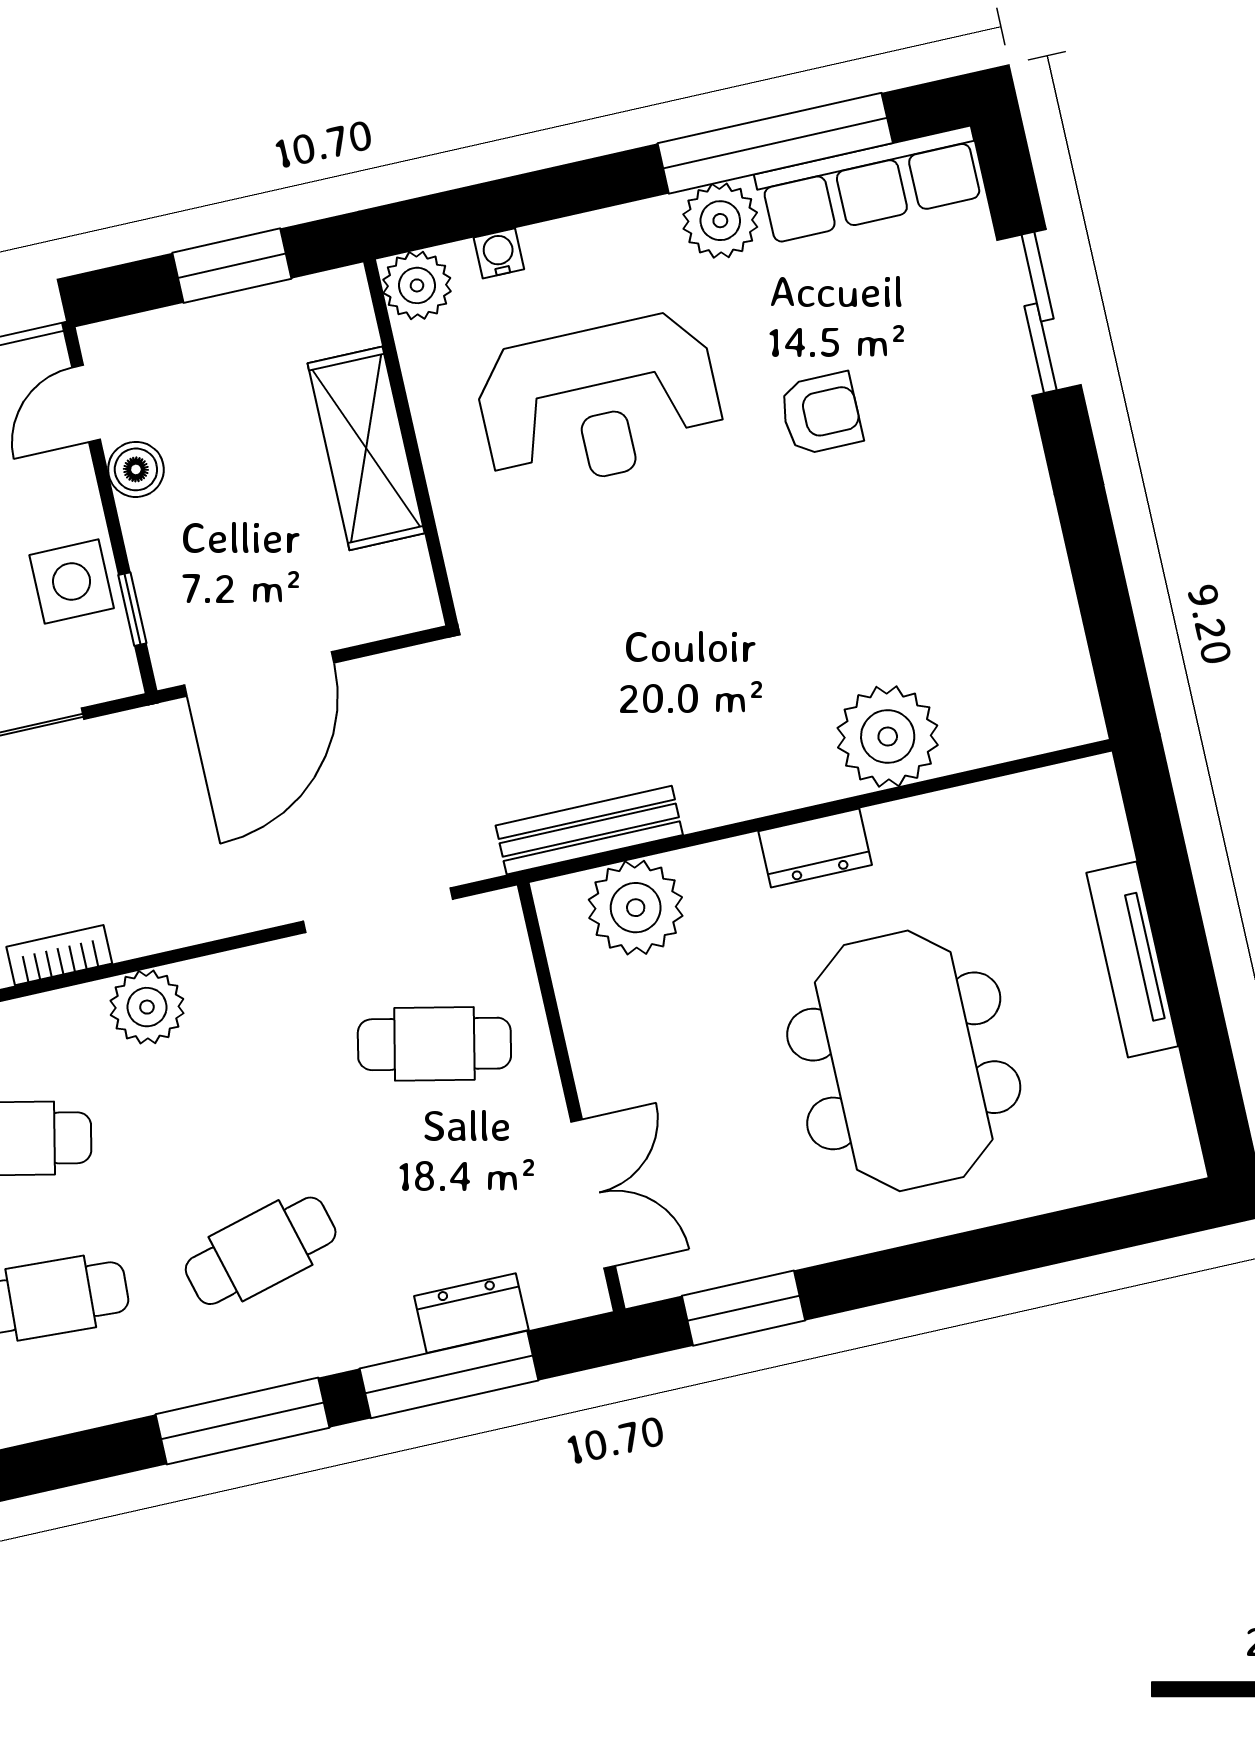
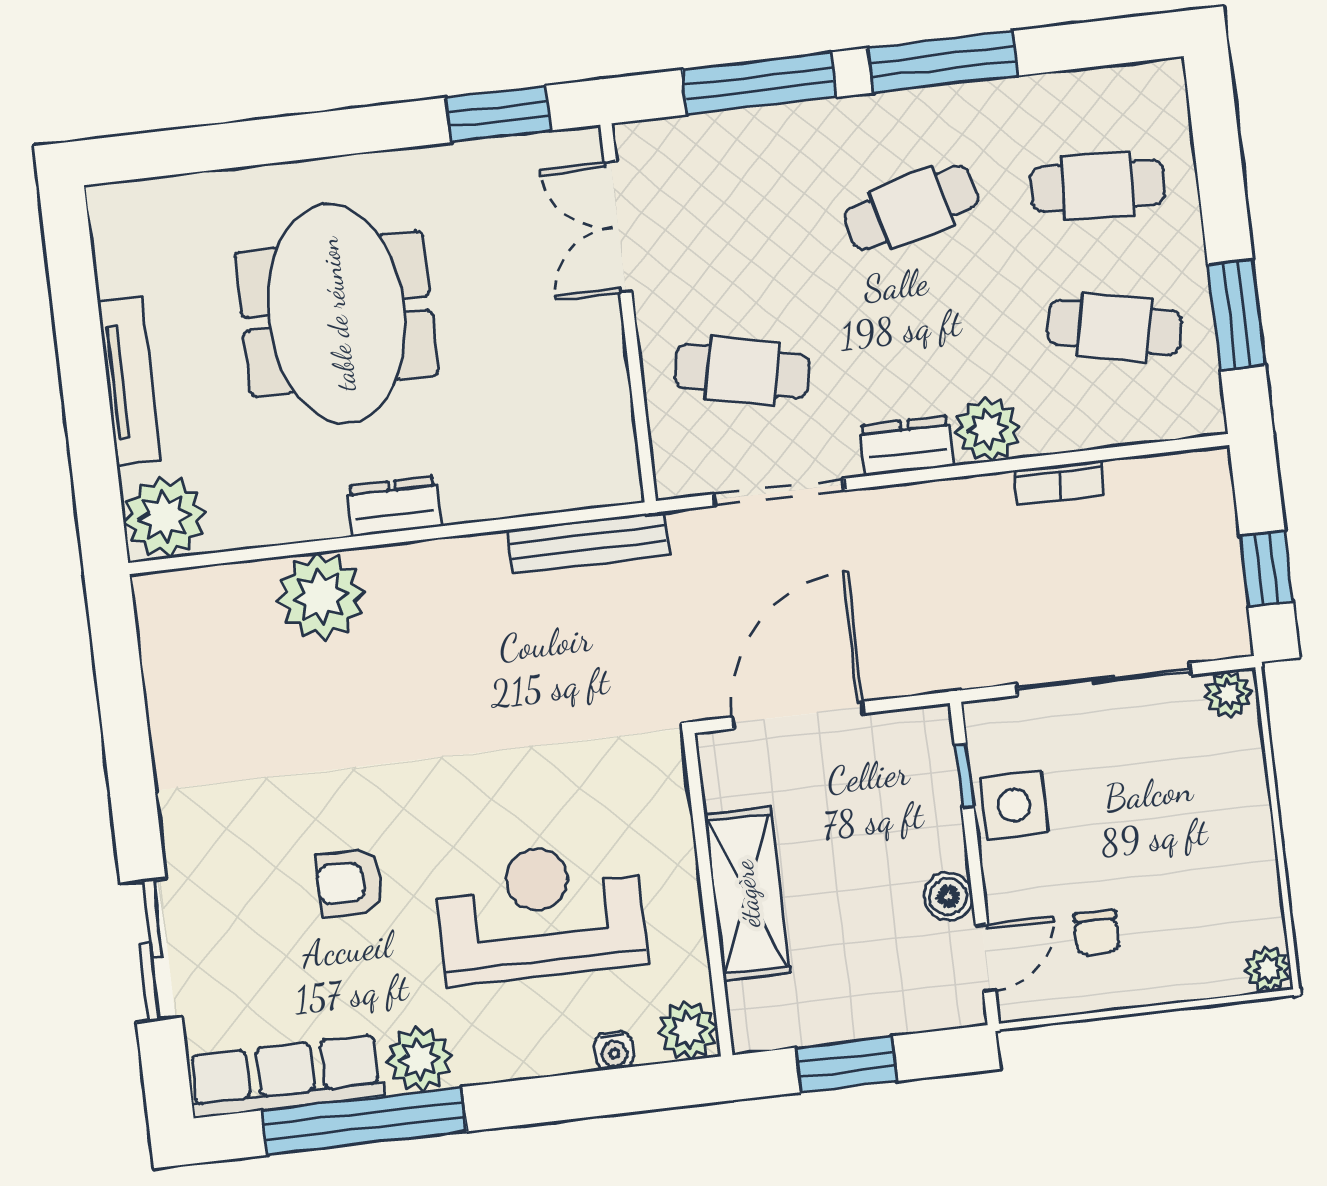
door: (259, 674) -> (798, 715), moved
plant: (636, 908) -> (165, 517), moved
dresser: (471, 1313) -> (907, 446), moved, turned 180

